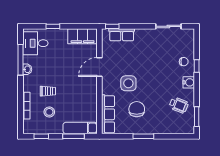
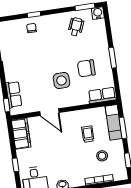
water cooler: (189, 82) -> (98, 13), moved
trolley: (48, 91) -> (88, 134), moved
row of seats: (108, 114) -> (102, 95), width x0.68

